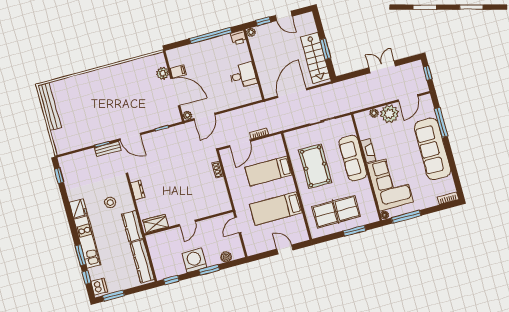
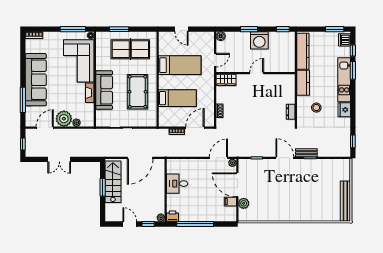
wardrobe: (156, 224) -> (226, 80), moved
boiler: (226, 257) -> (221, 36), moved

